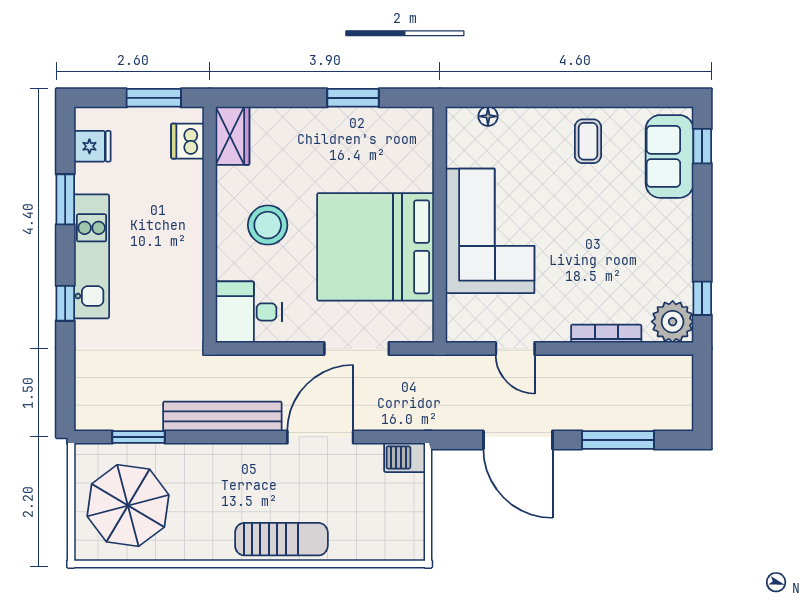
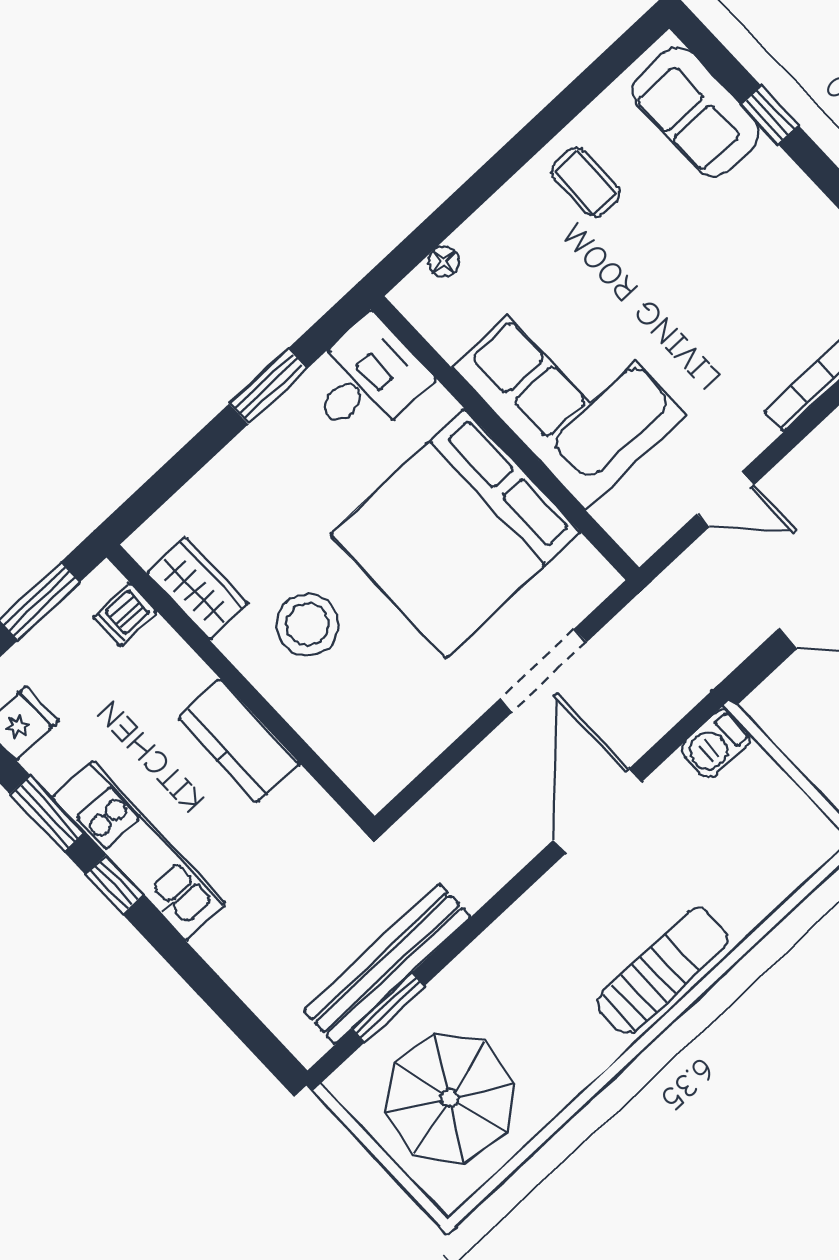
wardrobe: (233, 136) -> (197, 588), moved
dishwasher: (187, 141) -> (125, 615), width x0.73
window: (702, 146) -> (770, 115), moved
kitchen counter: (185, 249) -> (239, 741), added
window: (65, 303) -> (114, 885), moved
desk: (249, 312) -> (366, 380), moved, turned 180
bench: (222, 416) -> (387, 964), moved

